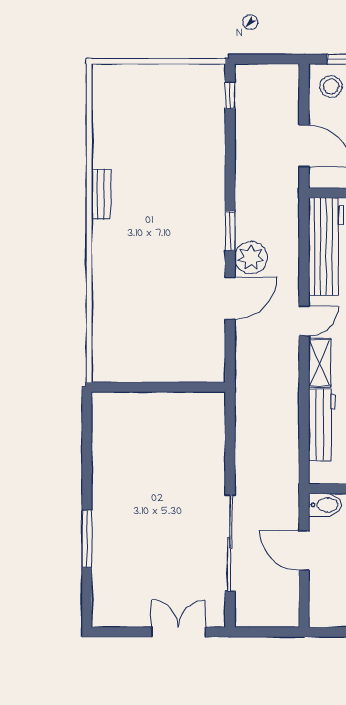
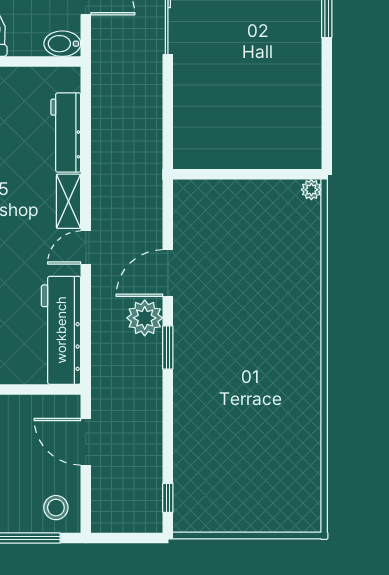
bench: (101, 194) -> (311, 388), removed
plant: (101, 373) -> (311, 190), added

